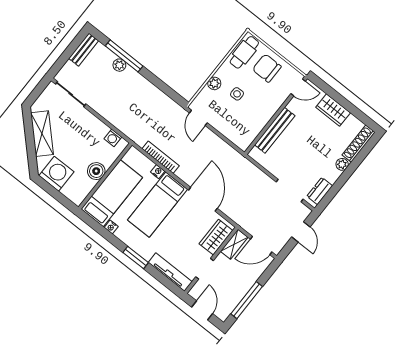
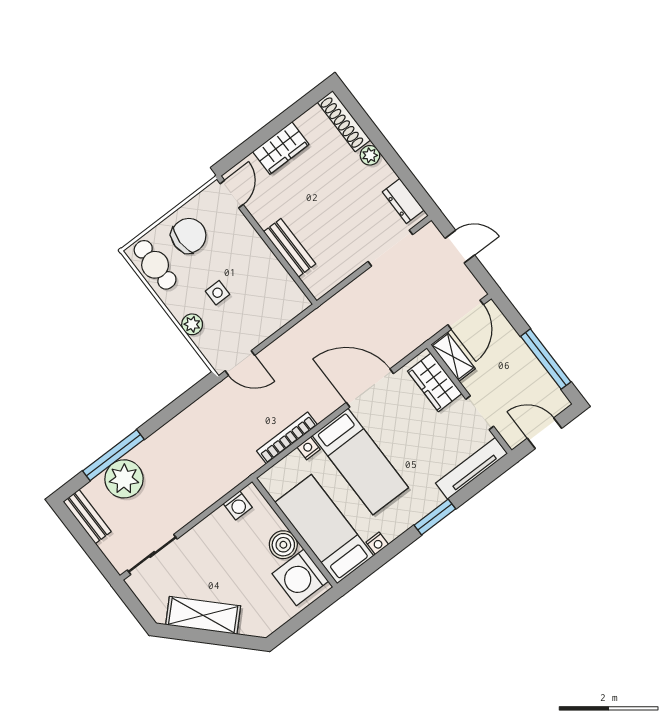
plant: (119, 65) -> (124, 479), width x1.87, depth x1.87
chair: (267, 68) -> (189, 236), turned 180
bench: (275, 130) -> (290, 248), width x0.73
washing machine: (56, 174) -> (300, 577), moved, turned -90

